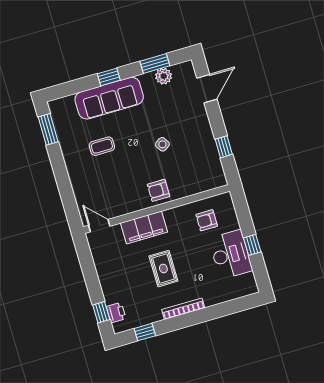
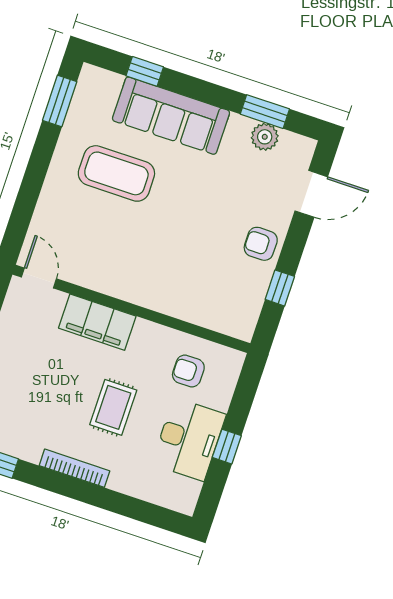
window: (109, 77) -> (145, 71), moved
side table: (162, 144) -> (200, 227), removed
coffee table: (102, 146) -> (116, 173), width x1.86, depth x1.72
armchair: (158, 190) -> (261, 244), moved
rug: (163, 269) -> (113, 407), moved

